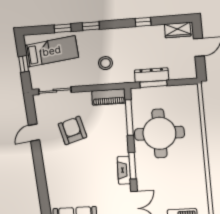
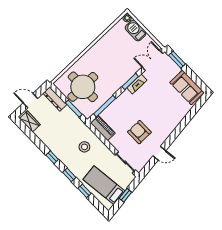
window: (143, 22) -> (52, 157), moved
dresser: (152, 75) -> (55, 99), moved
armchair: (72, 130) -> (139, 132), turned 107
round table: (159, 133) -> (83, 87), moved

